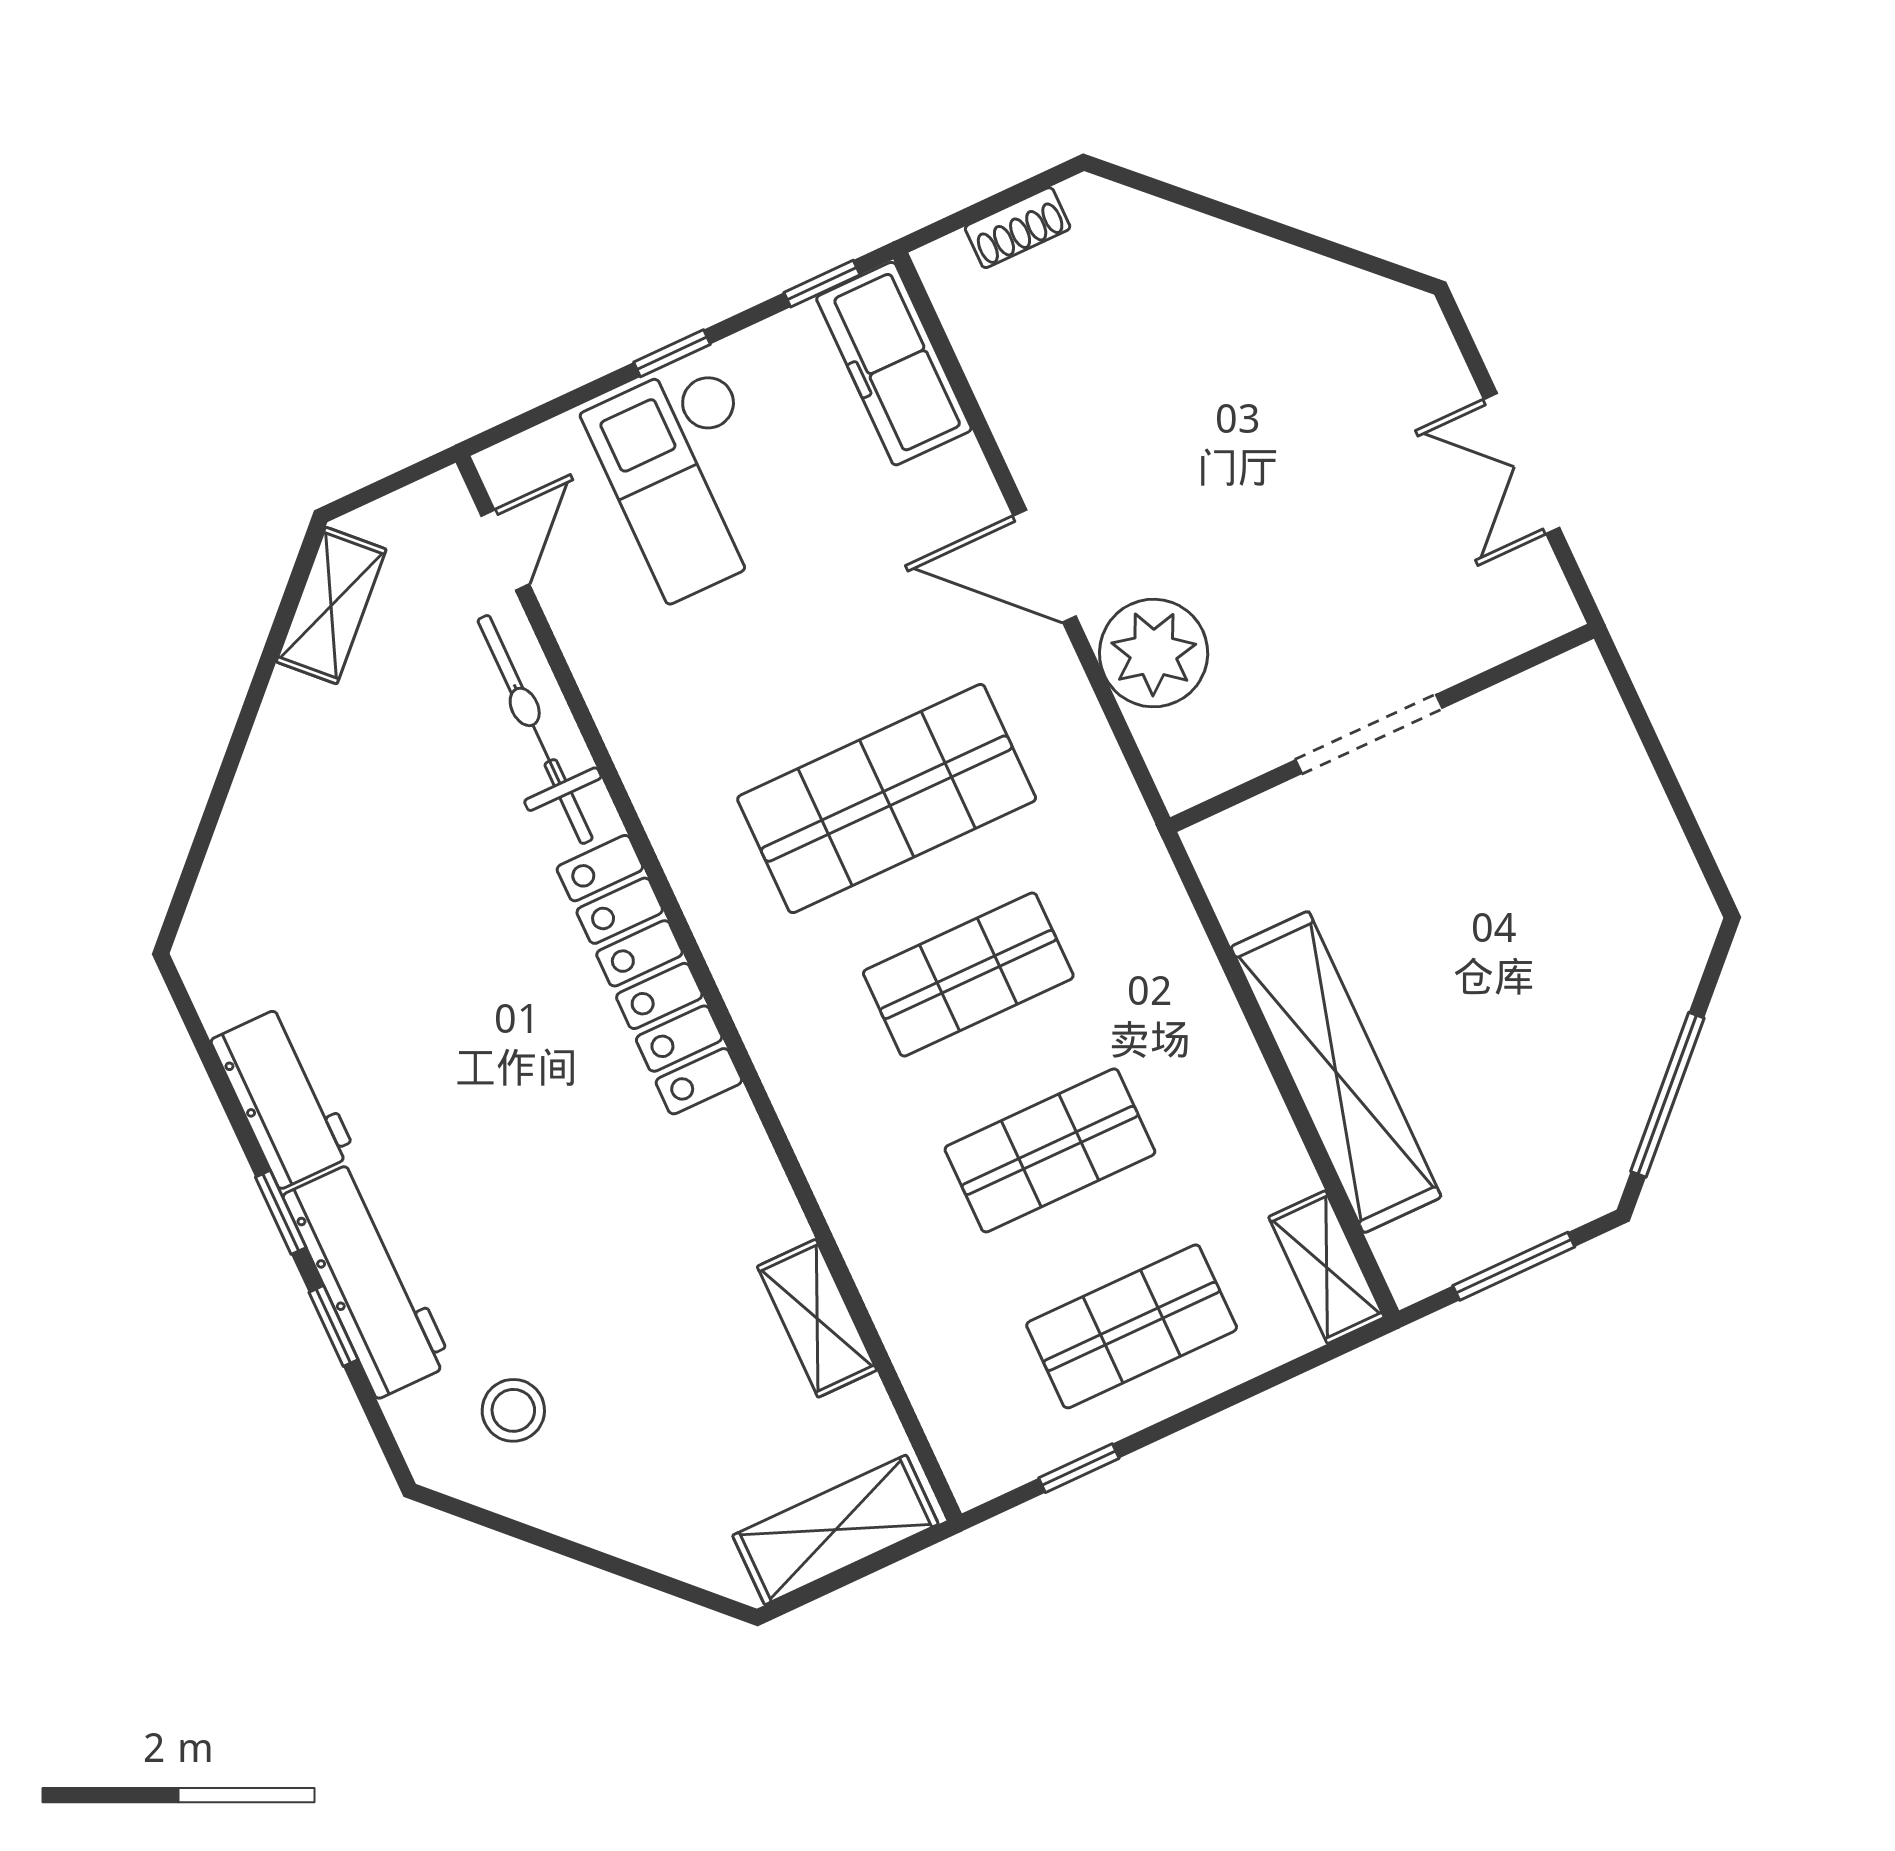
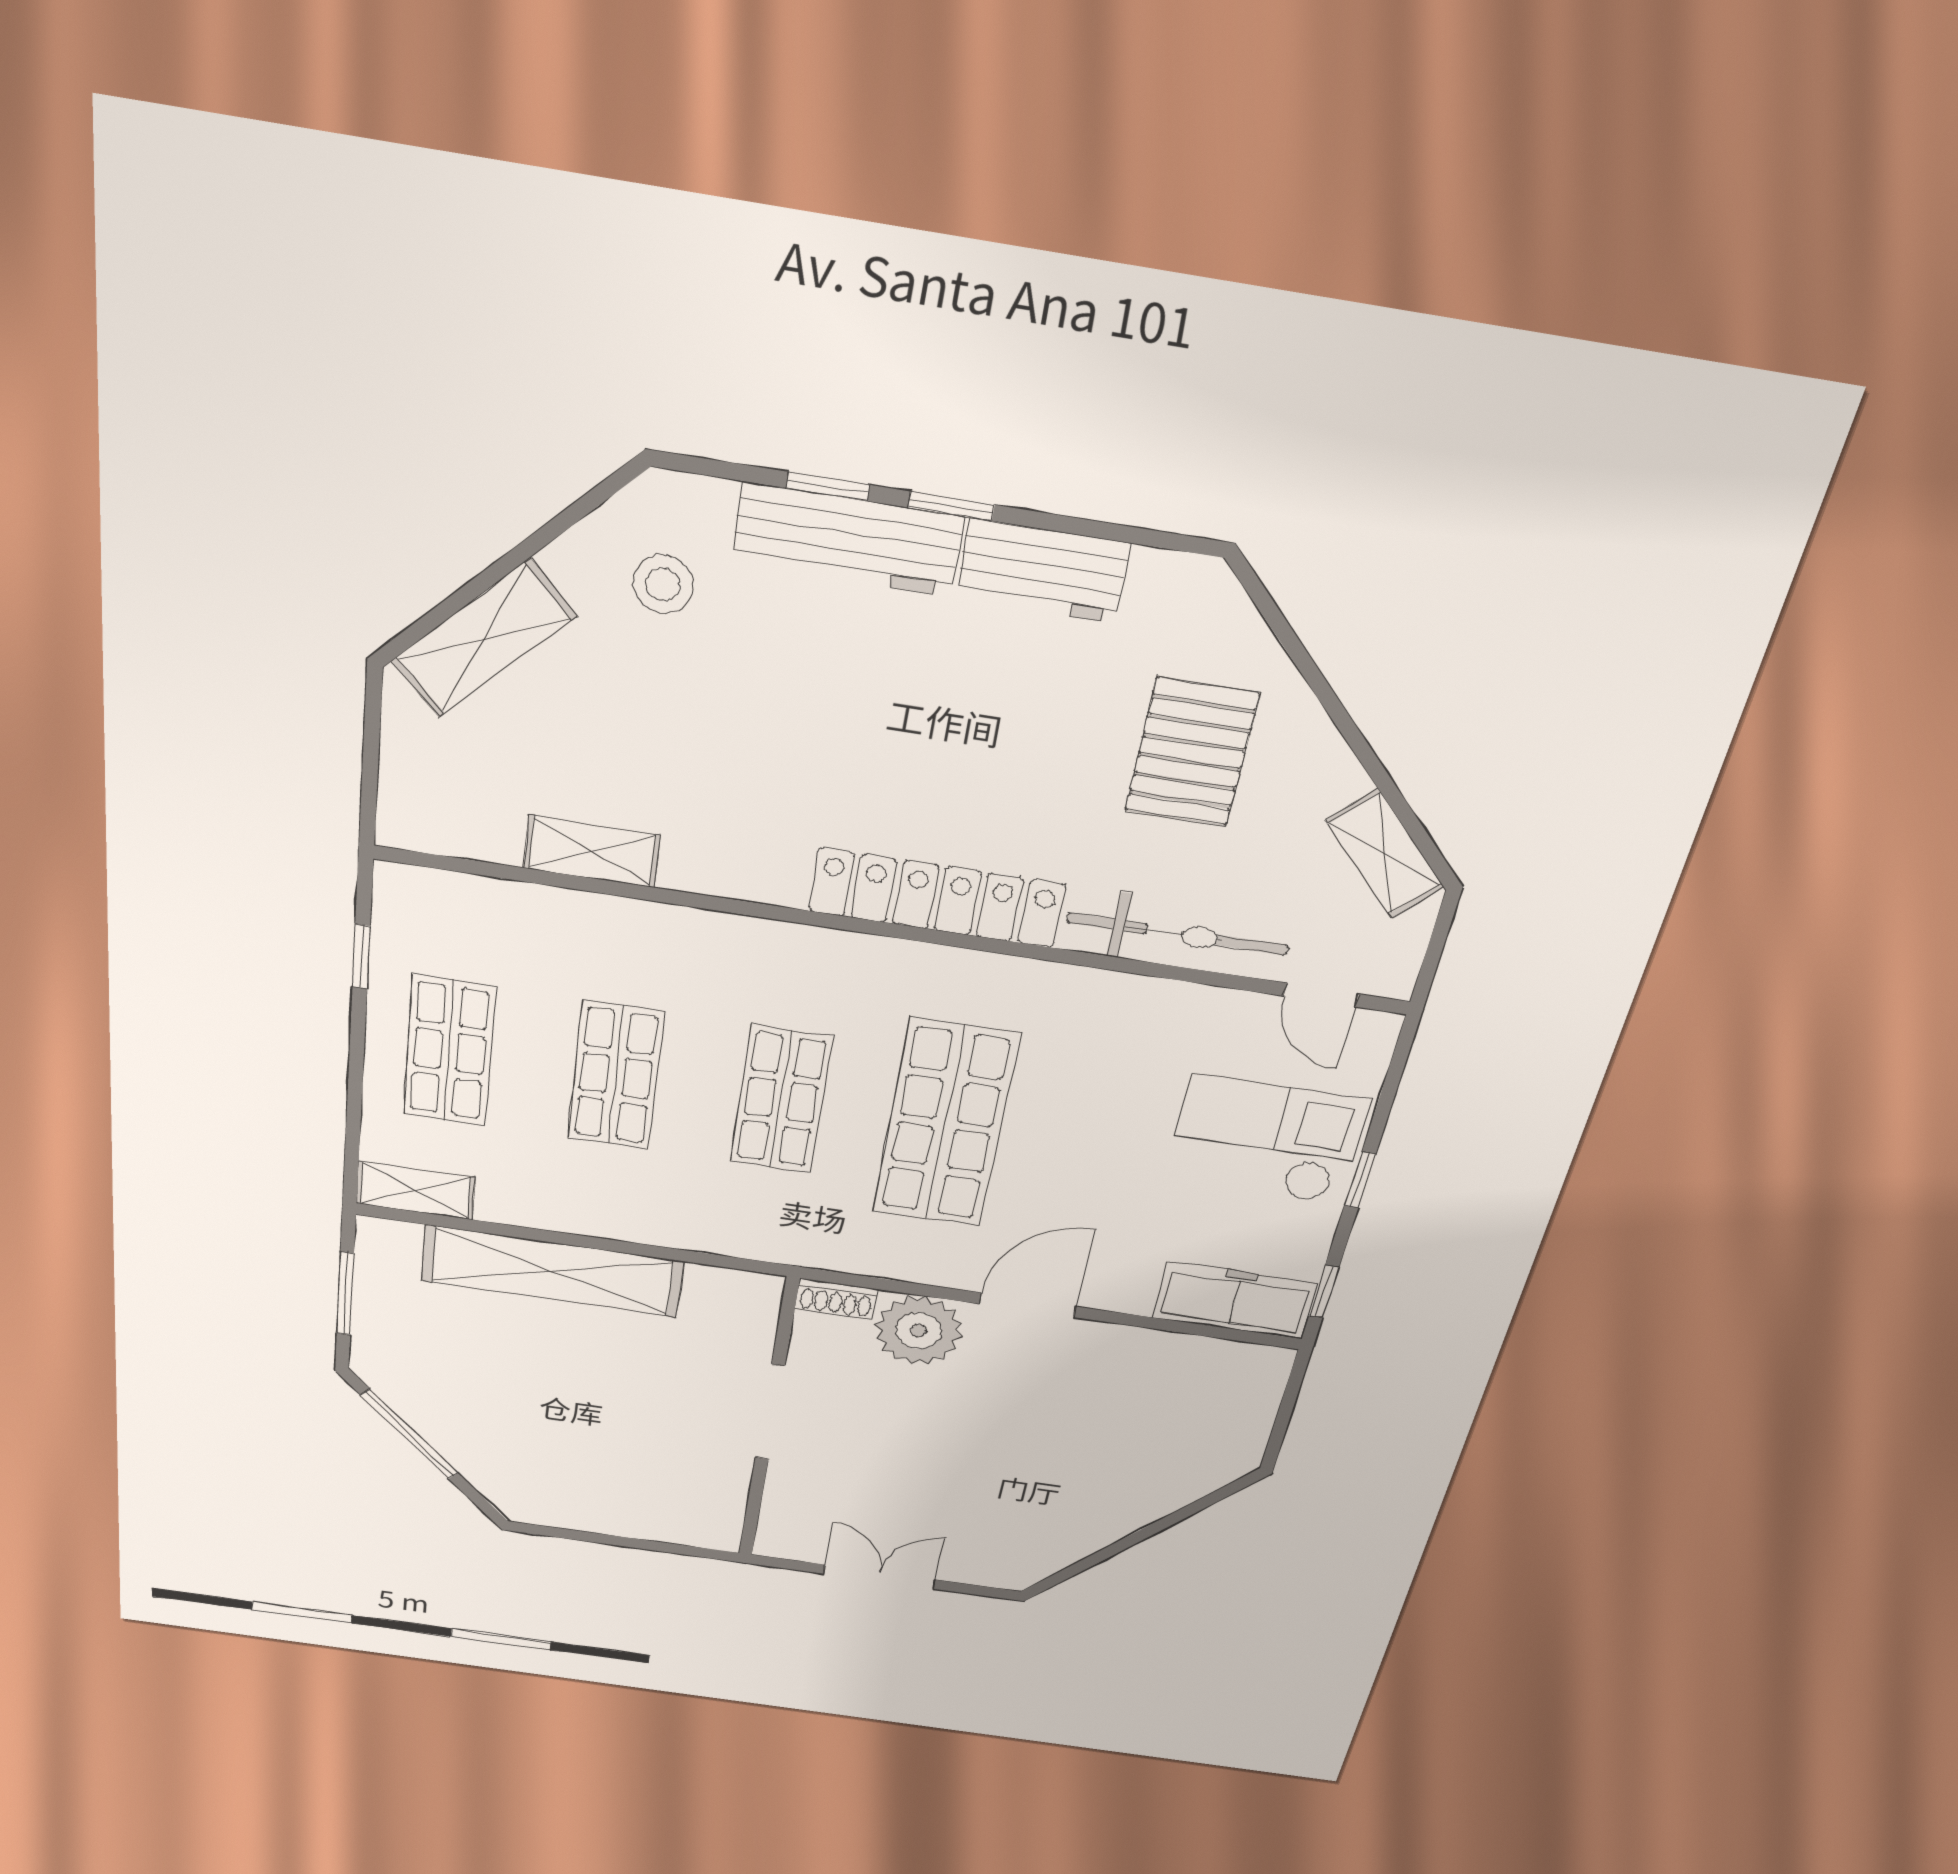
shoe rack: (1018, 228) -> (836, 1299), moved, turned -90
pallet: (355, 850) -> (1192, 752), added
shelving: (835, 1530) -> (483, 639), moved, turned 45

